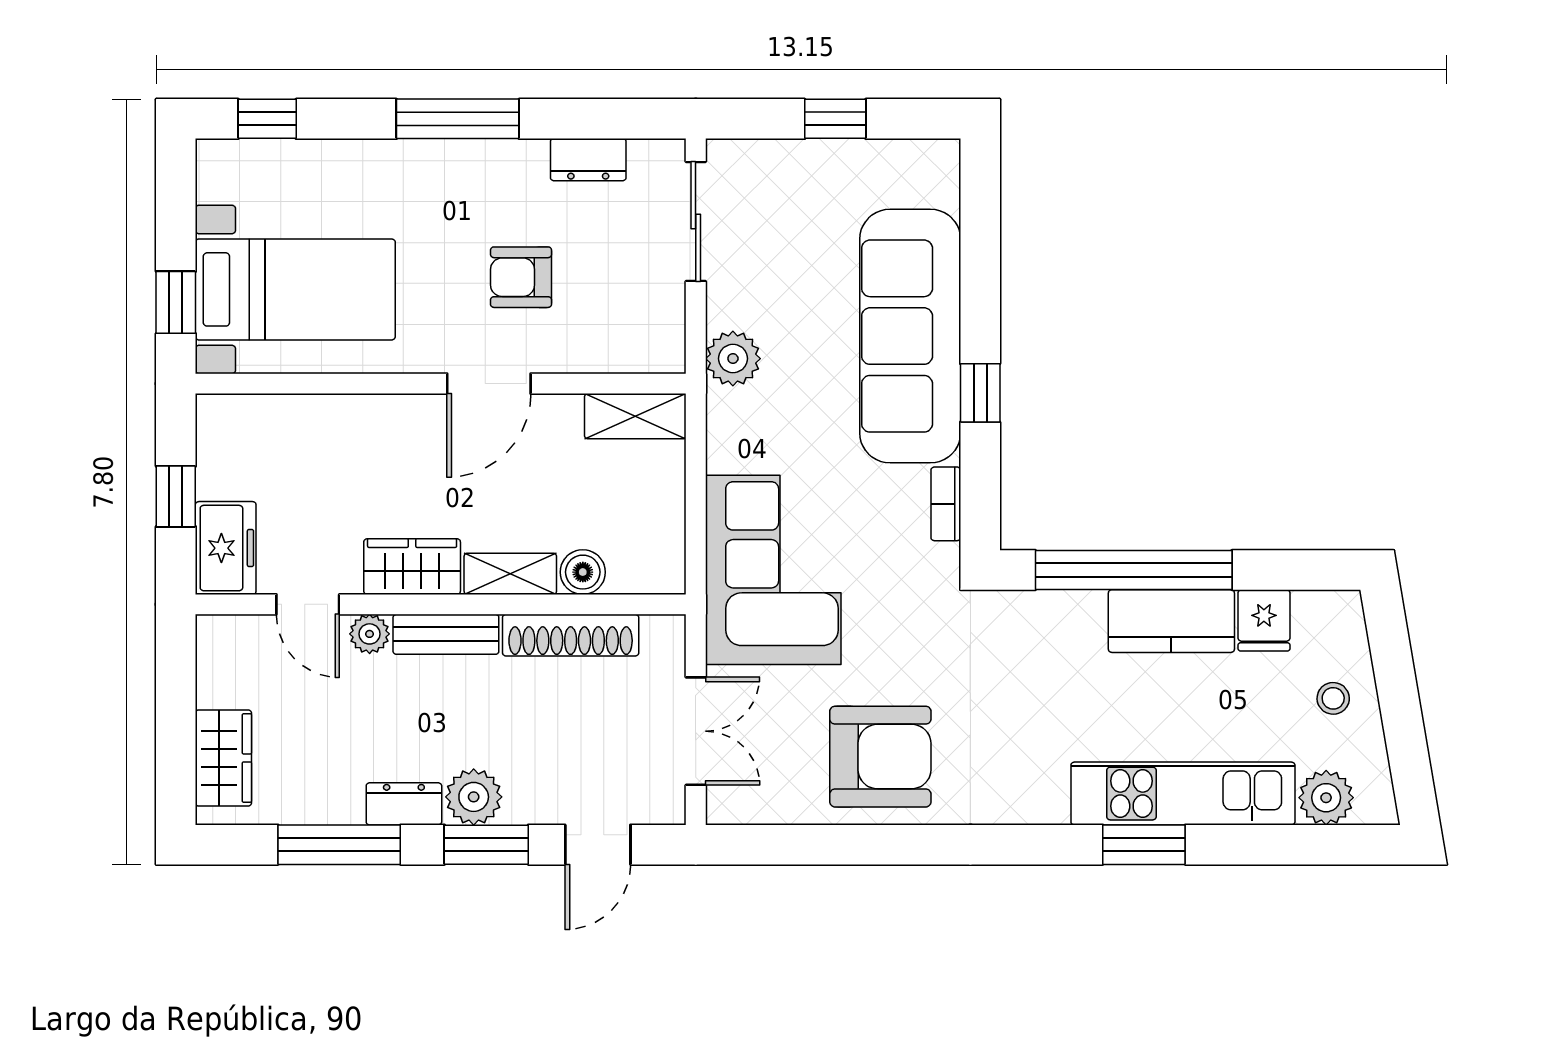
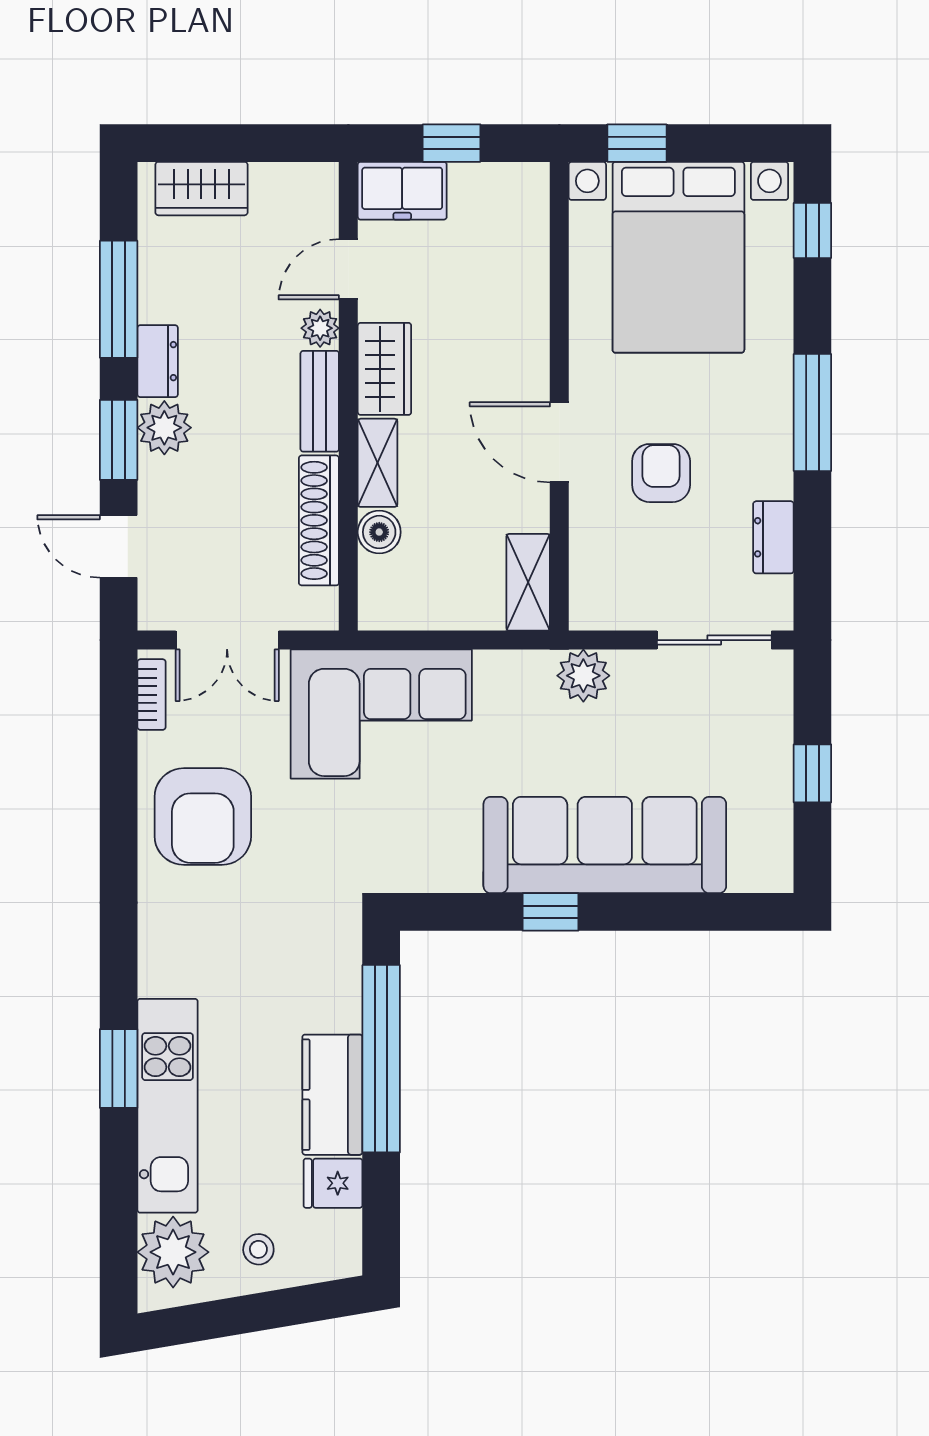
bed with nightstands: (295, 289) -> (678, 257), width x1.36
bookcase: (946, 504) -> (151, 695), moved, turned 90
plant: (1326, 798) -> (173, 1252), width x1.36, depth x1.36

